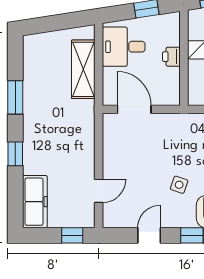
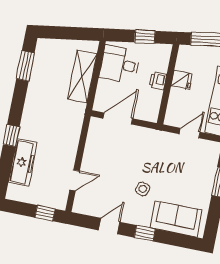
window: (15, 97) -> (25, 66), moved
door: (134, 109) -> (118, 118), hinge flipped
freezer: (35, 202) -> (23, 162), moved

